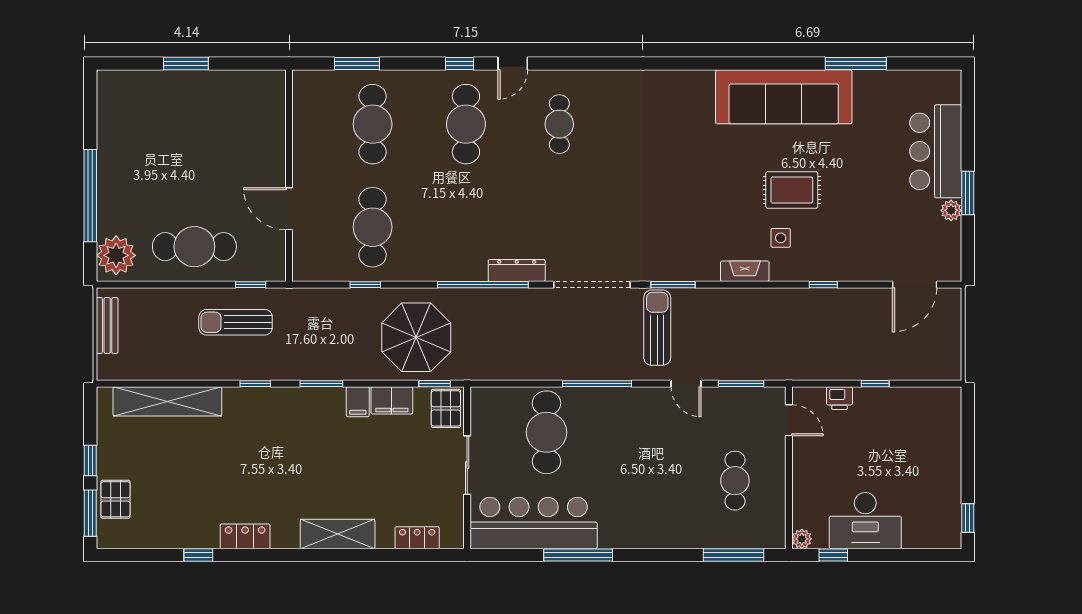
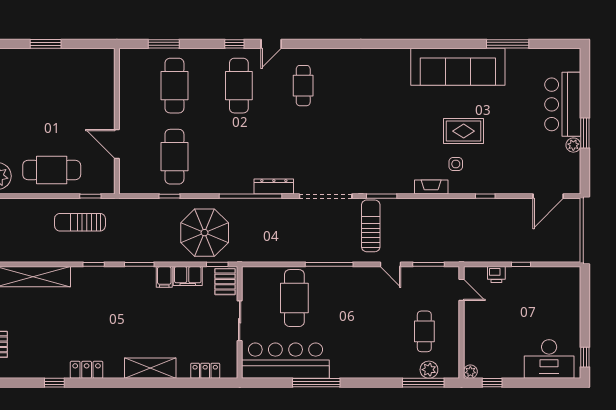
desk: (865, 521) -> (549, 359), moved
plant: (742, 536) -> (429, 370), added

